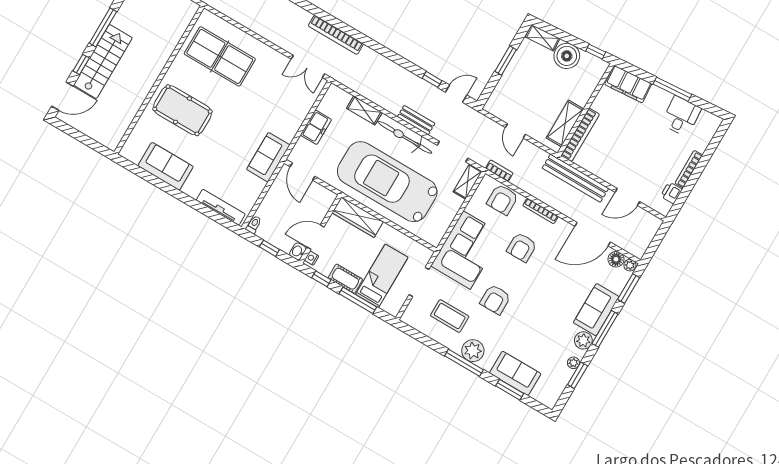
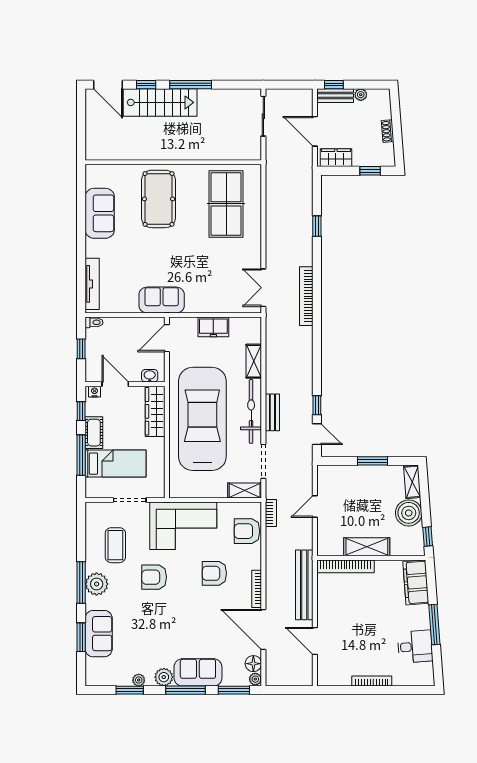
shelving: (565, 123) -> (367, 547), moved
printer: (671, 193) -> (342, 678), removed
bookcase: (540, 211) -> (257, 589), moved
washbasin: (298, 251) -> (150, 376), moved

